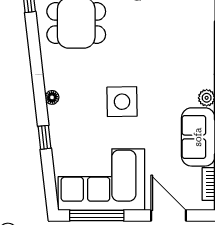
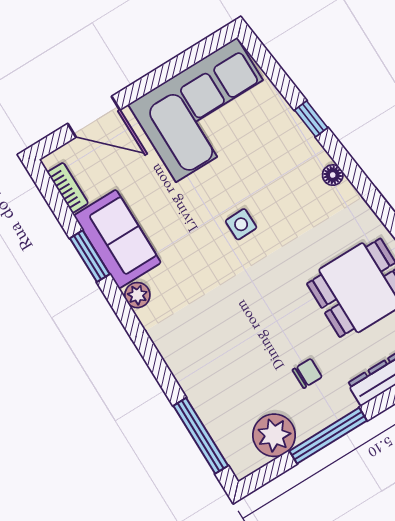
side table: (122, 102) -> (241, 224), width x0.54, depth x0.54
window: (97, 216) -> (184, 61), removed

